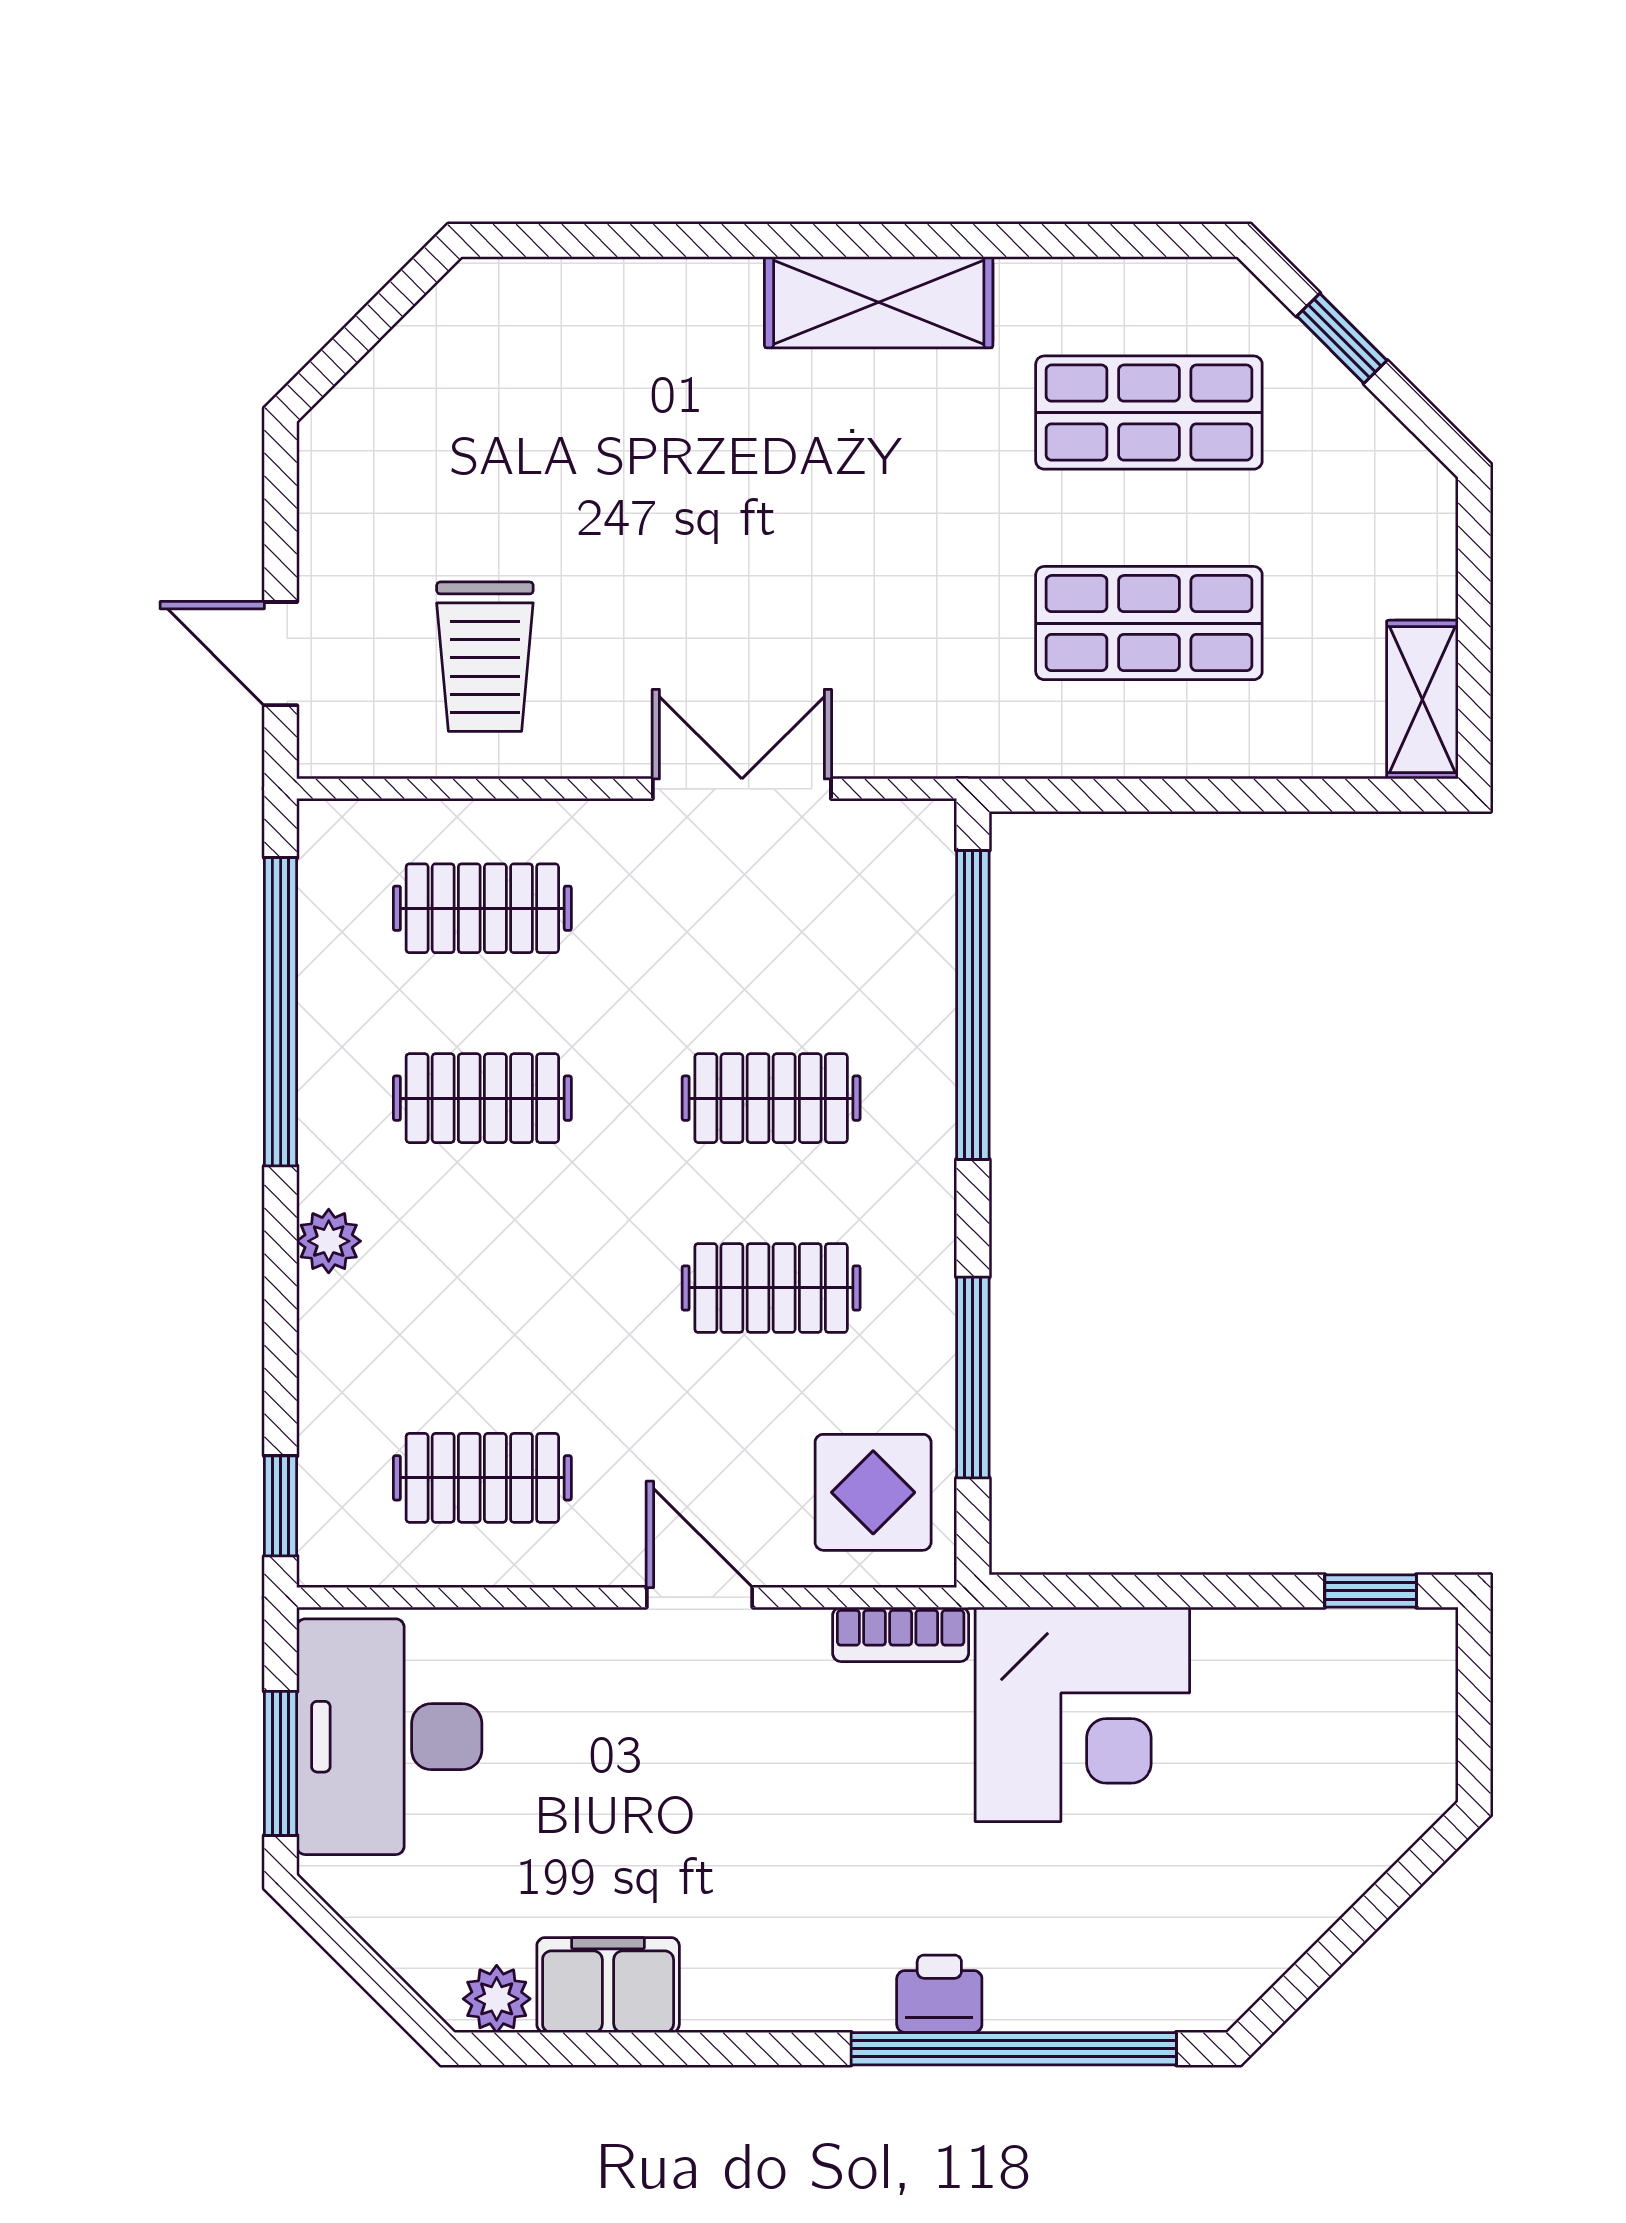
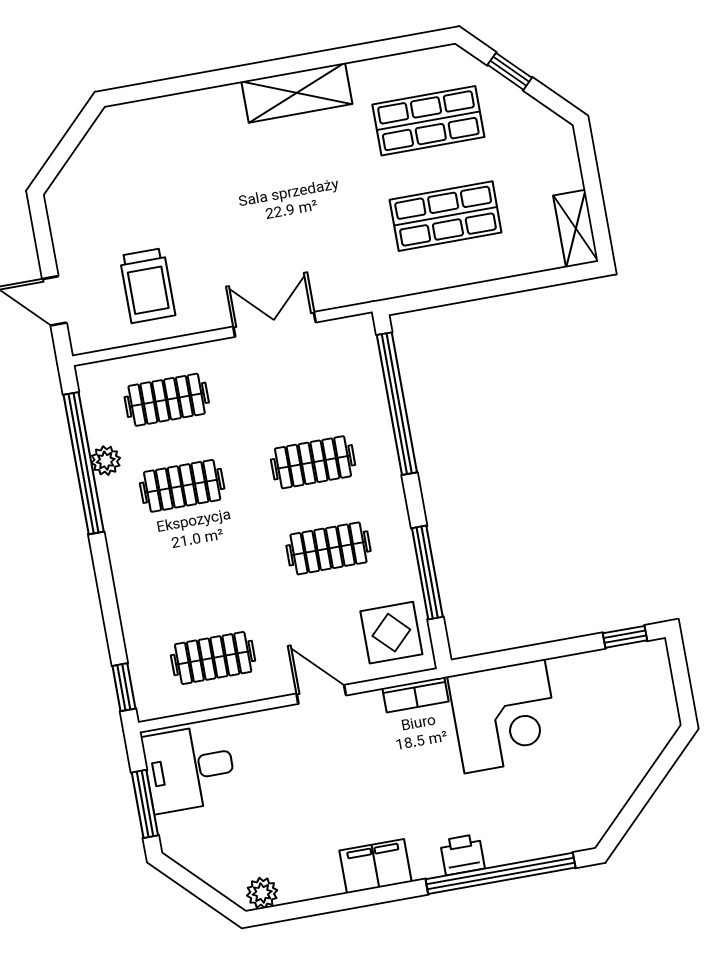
plant: (329, 1241) -> (106, 461), moved
desk: (389, 1737) -> (189, 768), width x0.73
filing cabinet: (608, 1985) -> (376, 866), moved

